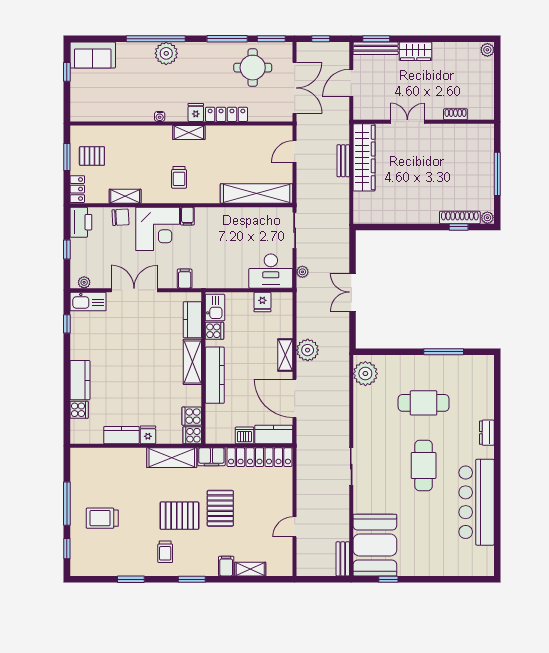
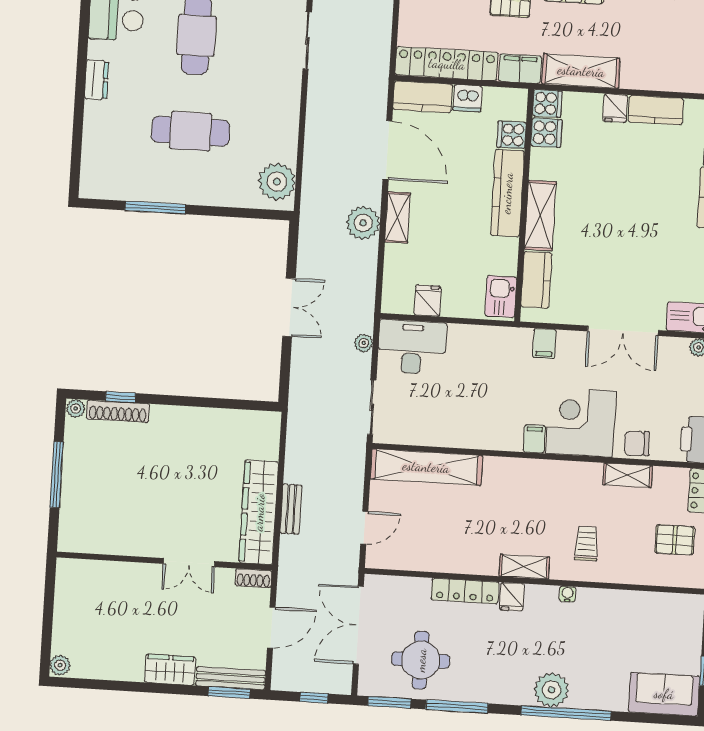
shoe rack: (455, 114) -> (253, 578), moved
trolley: (179, 177) -> (586, 544), moved
cooker: (214, 331) -> (511, 135), moved

